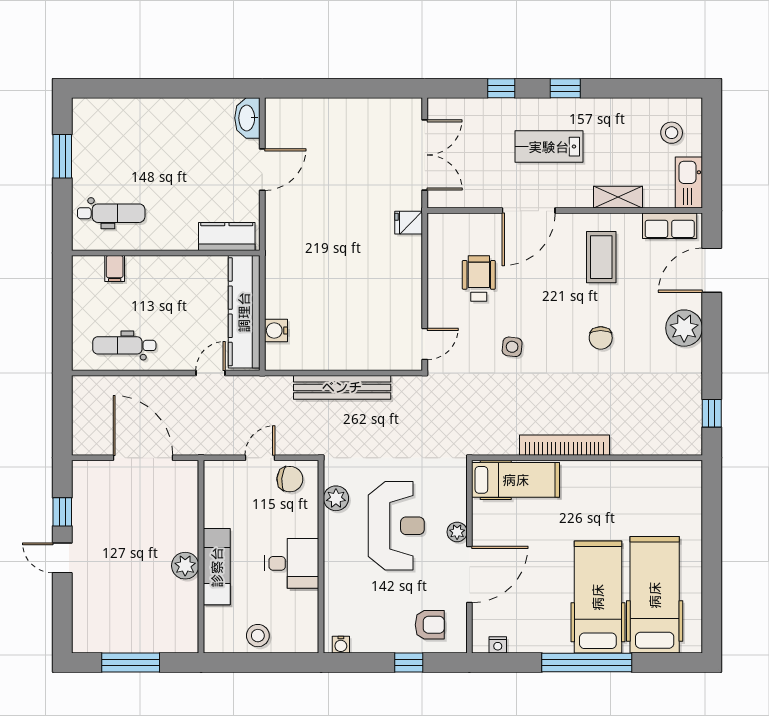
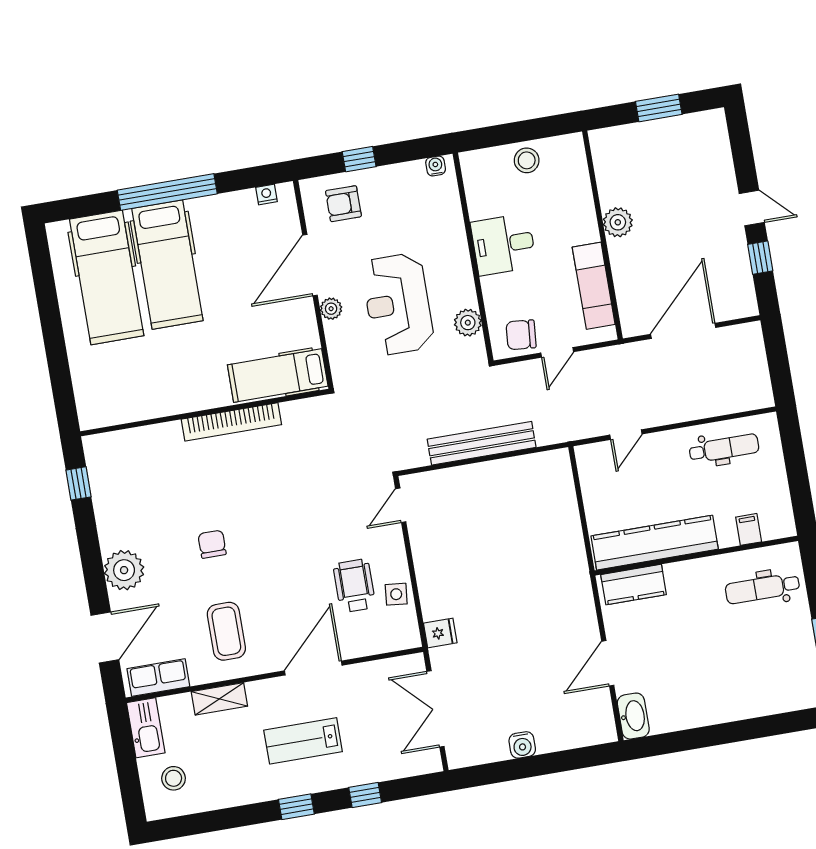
lab bench: (549, 147) -> (303, 741), turned 180
wheelchair: (479, 279) -> (354, 586), turned 180
kitchen counter: (244, 312) -> (655, 543), moved, turned -90
water cooler: (276, 331) -> (522, 745), moved, turned 90
side table: (512, 347) -> (396, 594), moved
door: (143, 458) -> (683, 331), swing flipped
exam couch: (217, 567) -> (594, 286), moved
window: (131, 662) -> (659, 108), width x0.69

